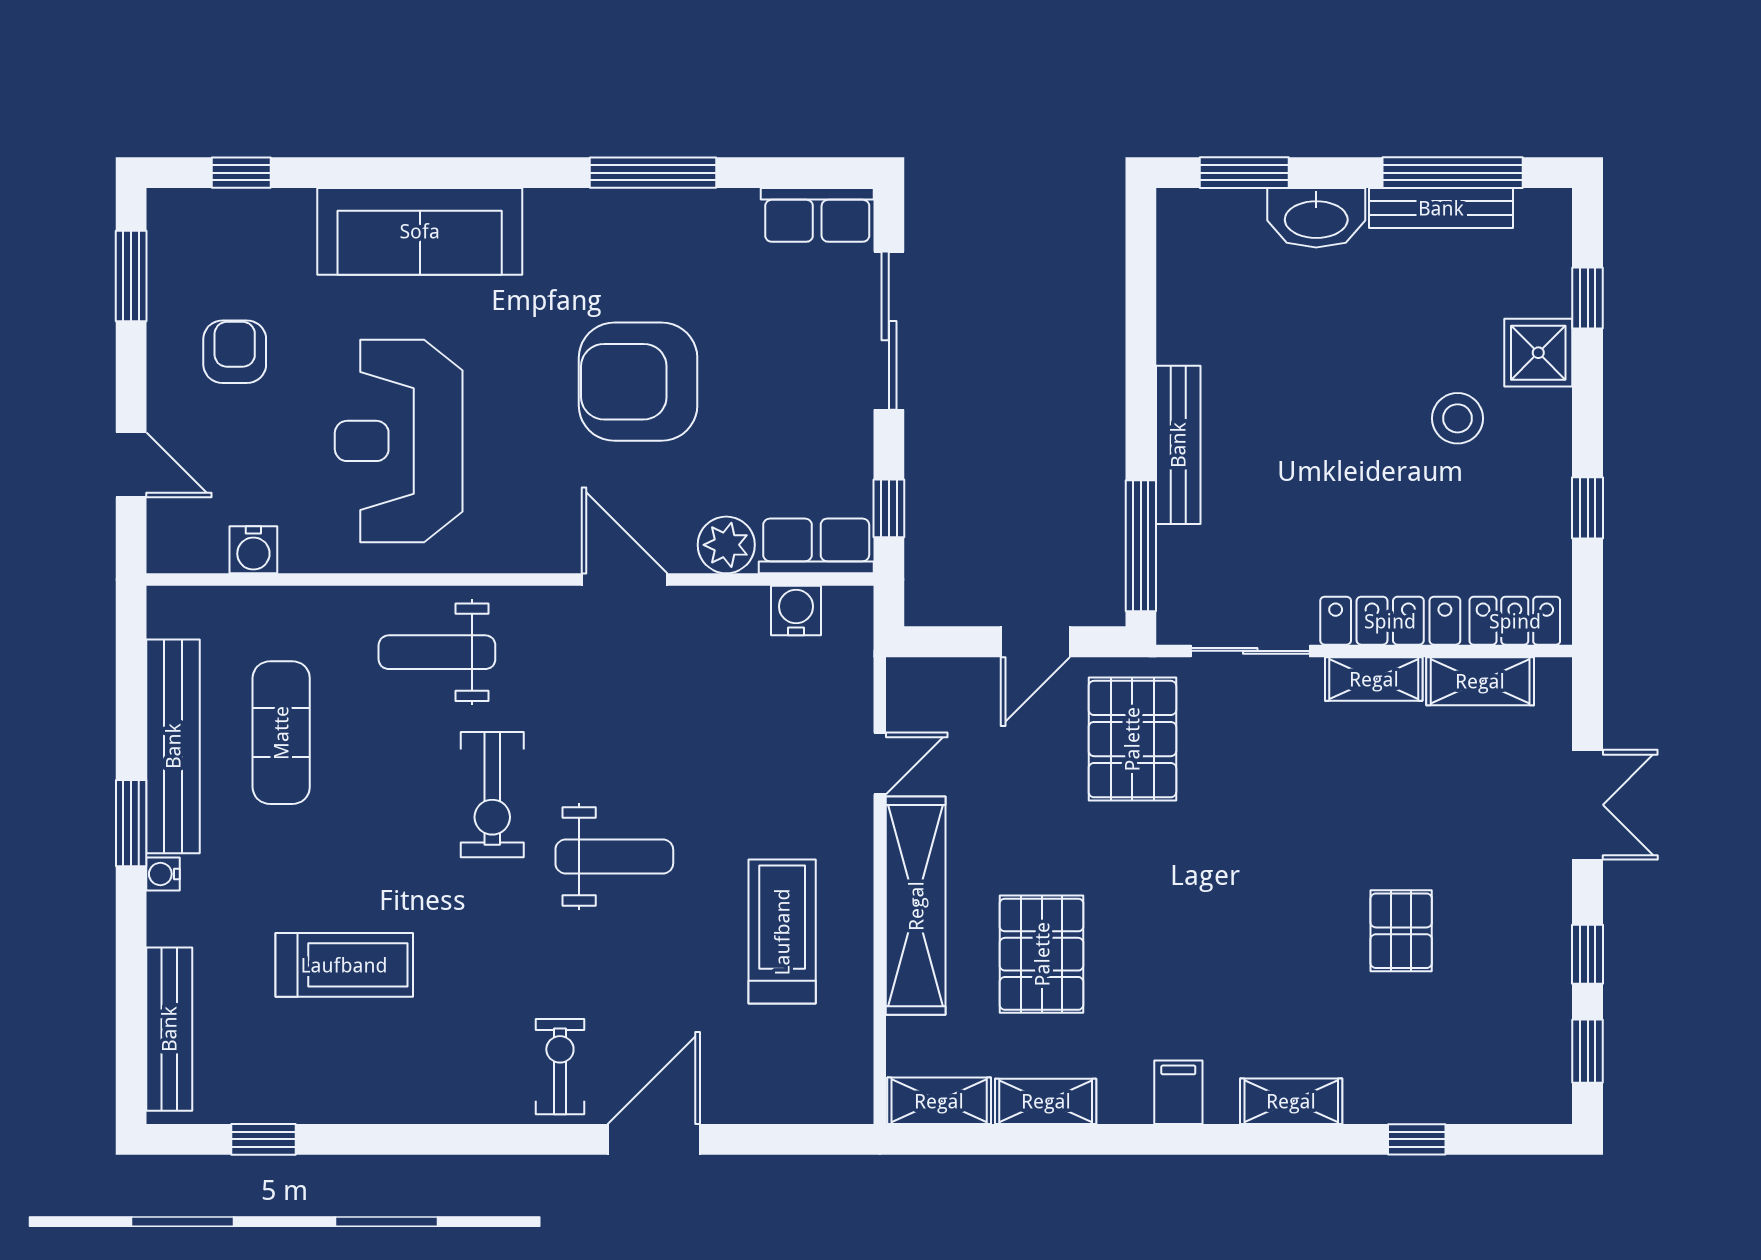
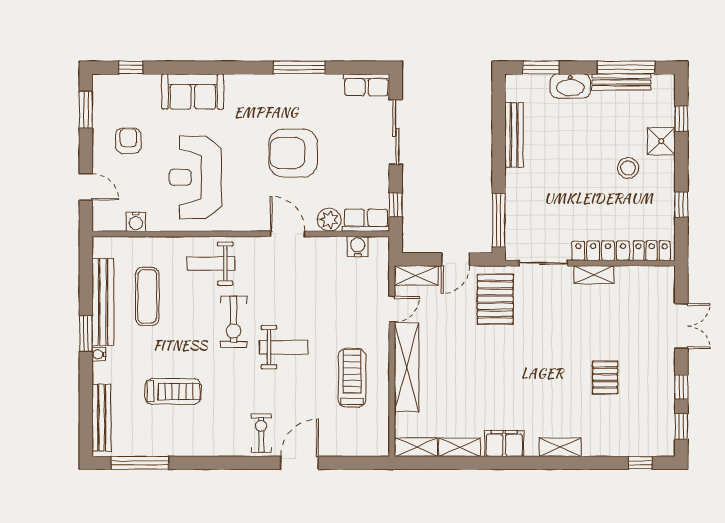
sofa: (420, 231) -> (193, 92), width x0.73
bench: (1178, 445) -> (514, 135), moved
shelving: (1480, 681) -> (416, 275), moved
pallet: (1042, 954) -> (458, 387), removed
filing cabinet: (1178, 1092) -> (504, 443), width x2.00
window: (264, 1139) -> (140, 463), width x2.17
window: (1417, 1139) -> (640, 463), moved

